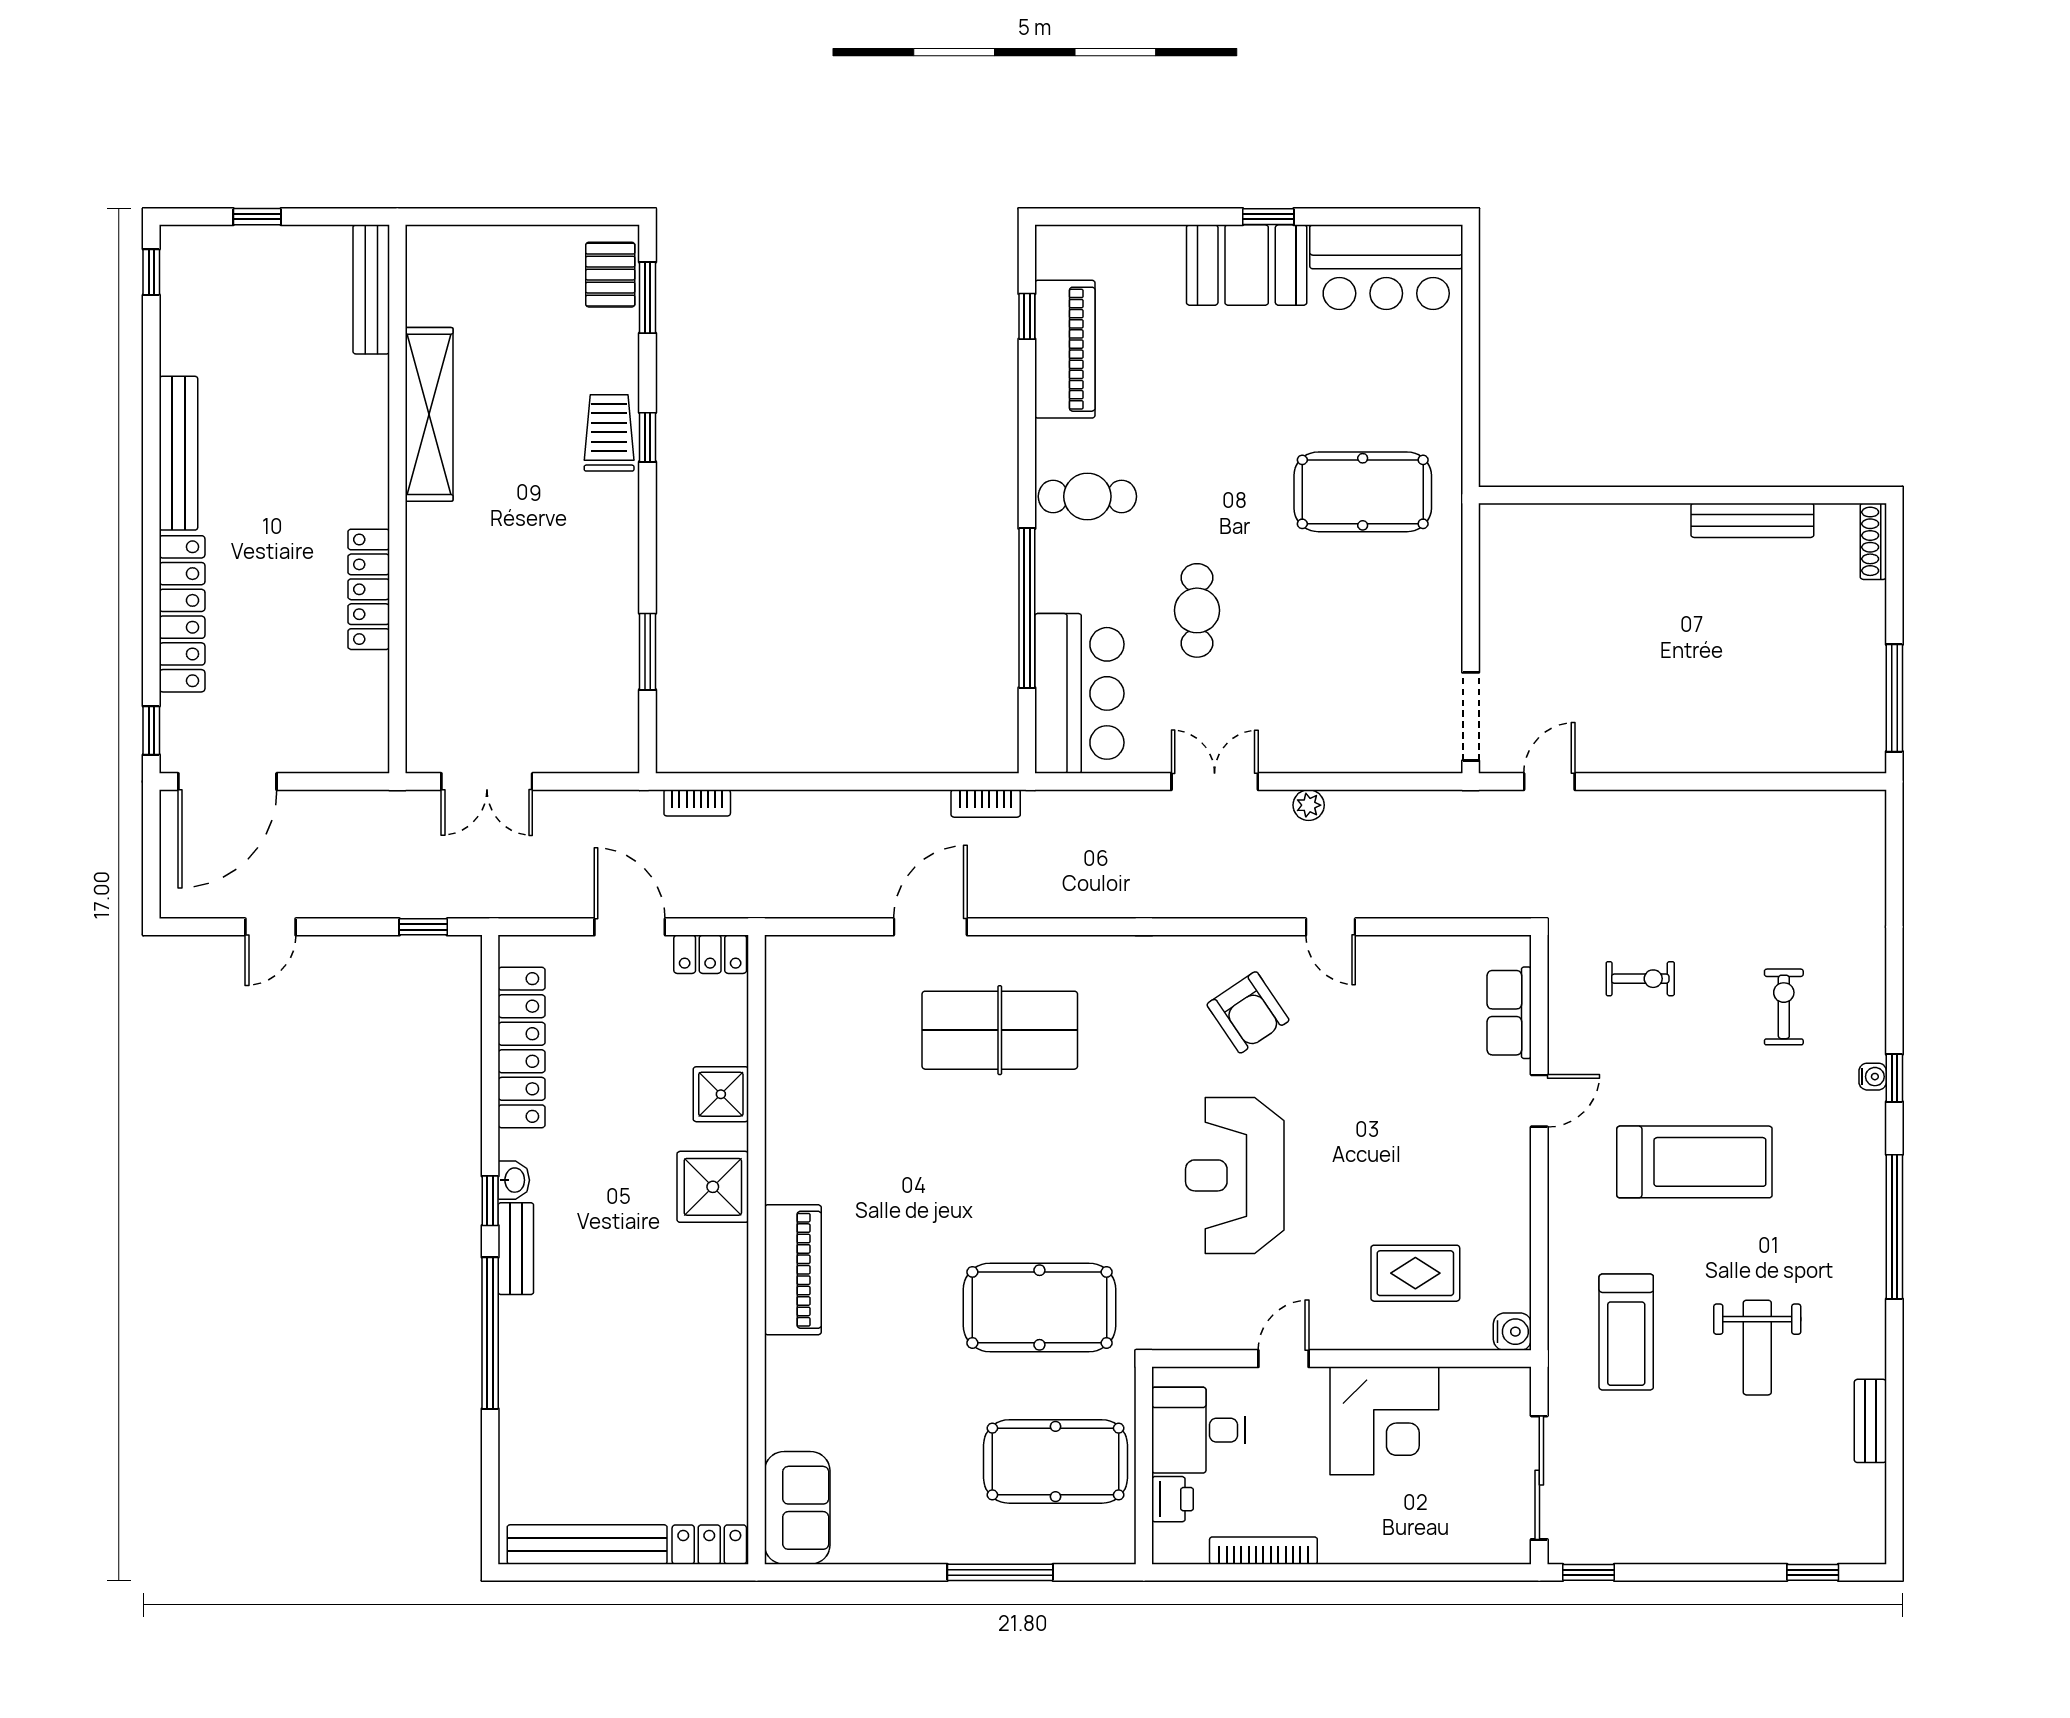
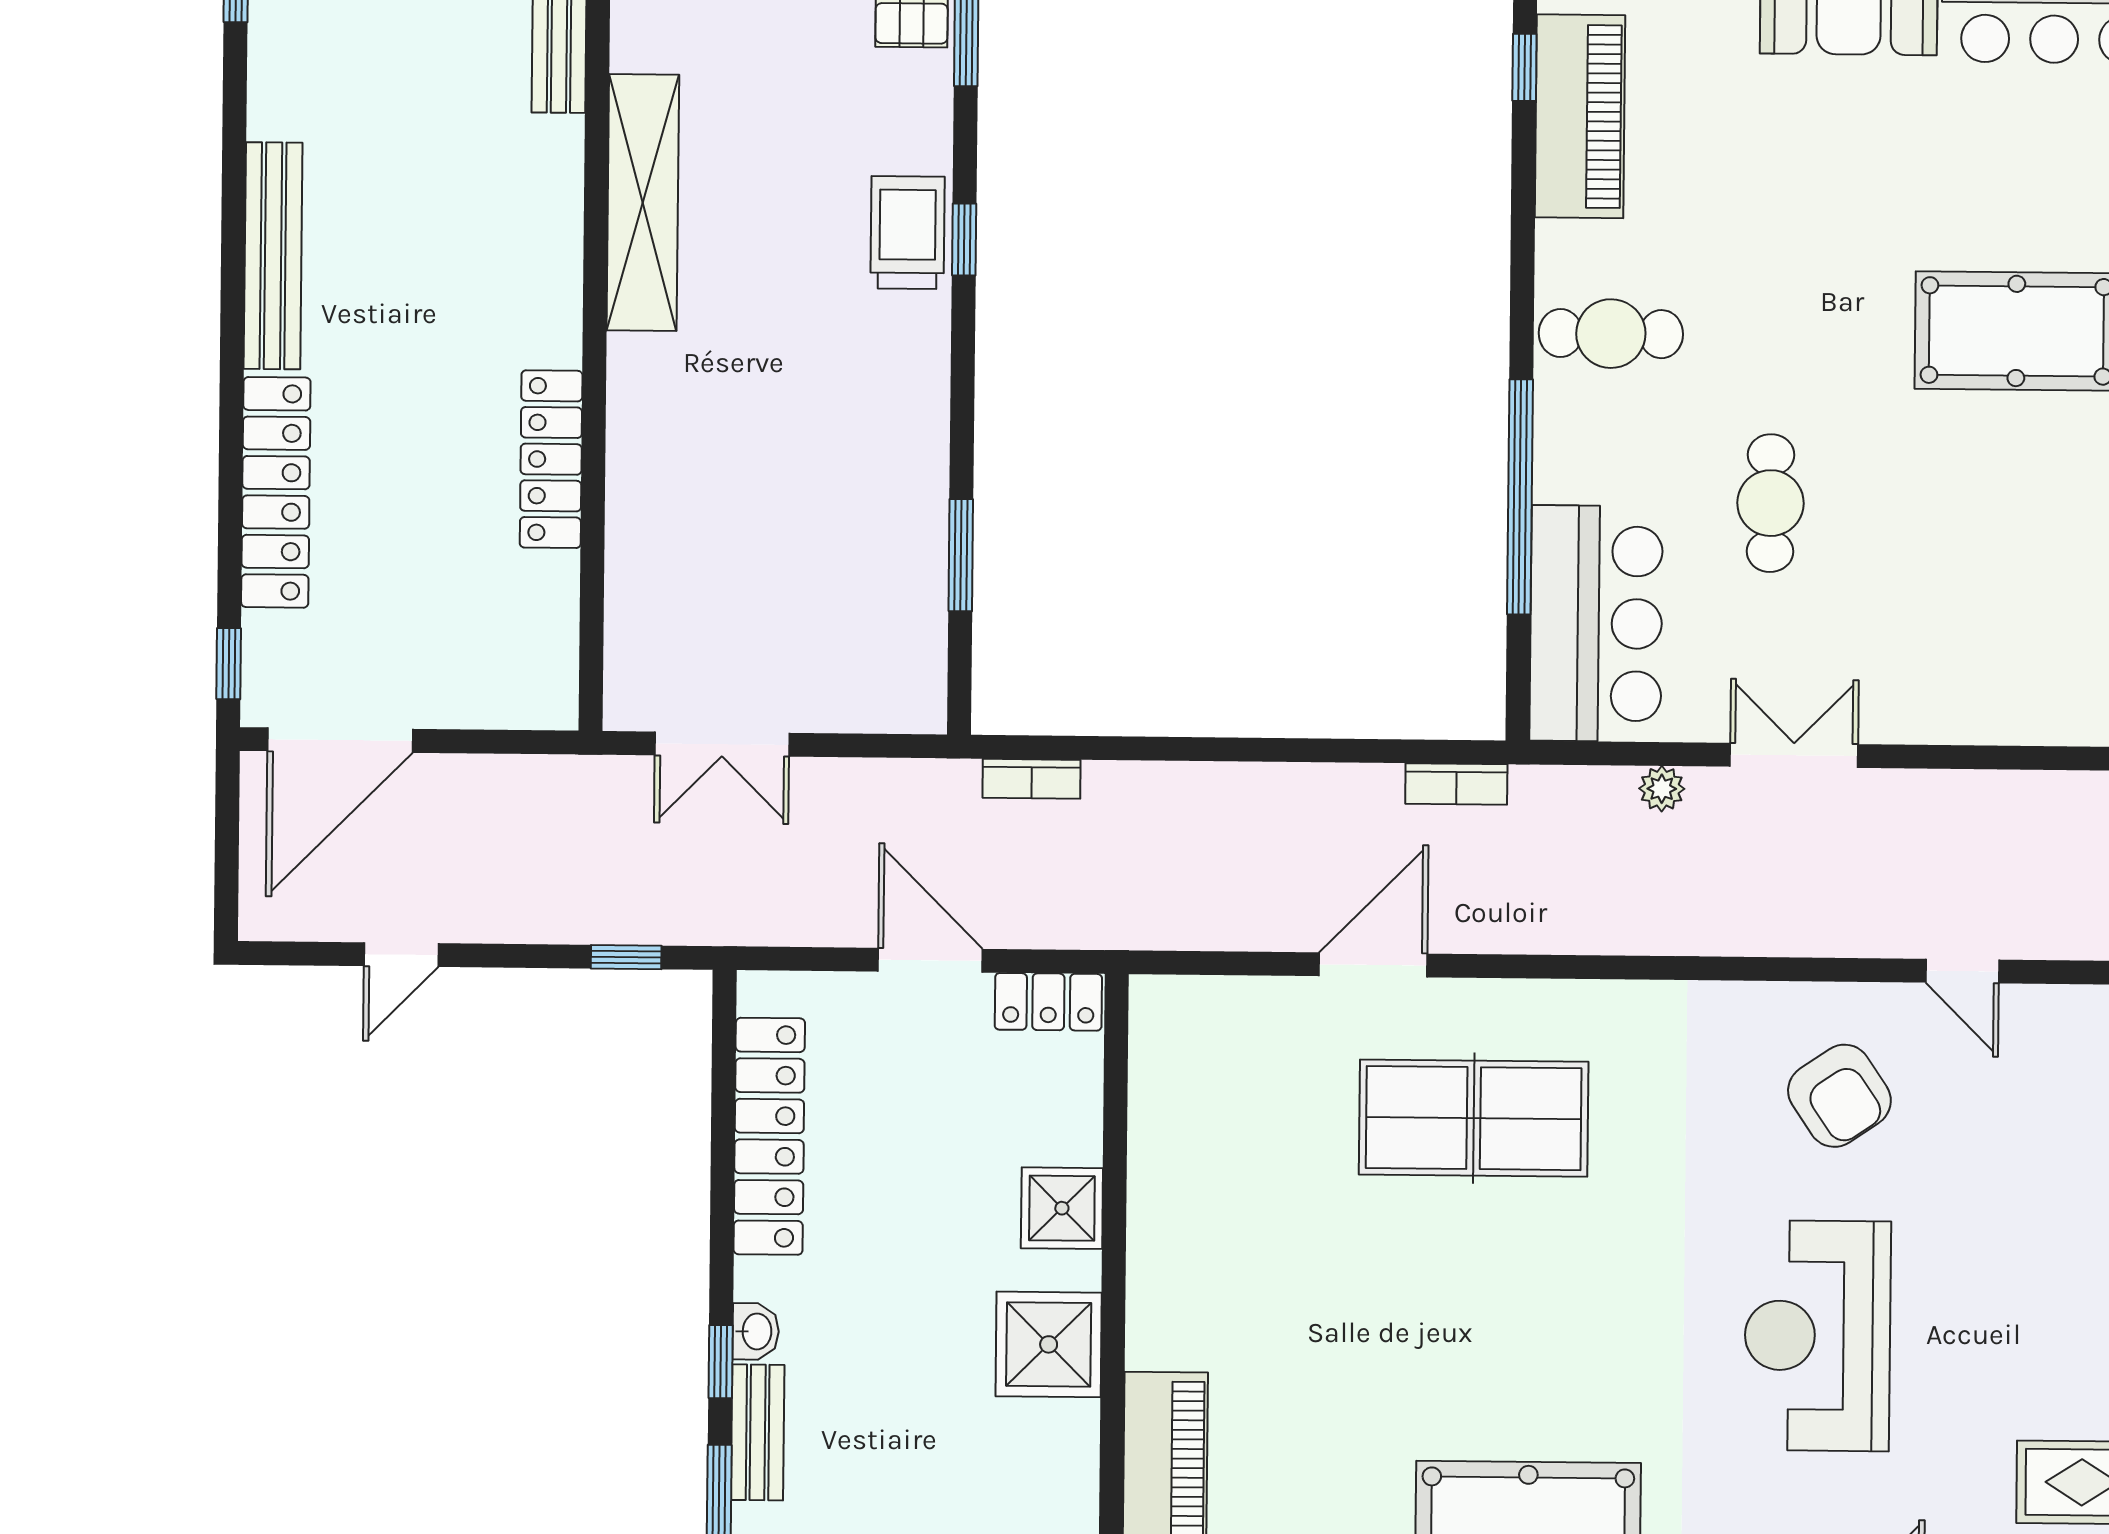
plant: (1309, 805) -> (1662, 789), moved

